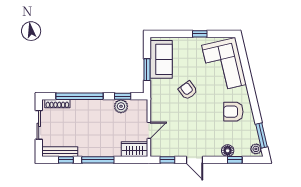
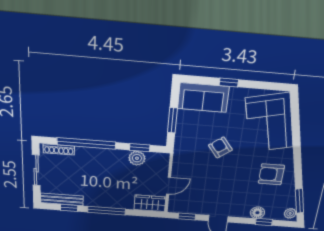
window: (200, 34) -> (229, 82), moved
sofa: (161, 59) -> (203, 98), moved, turned 90

